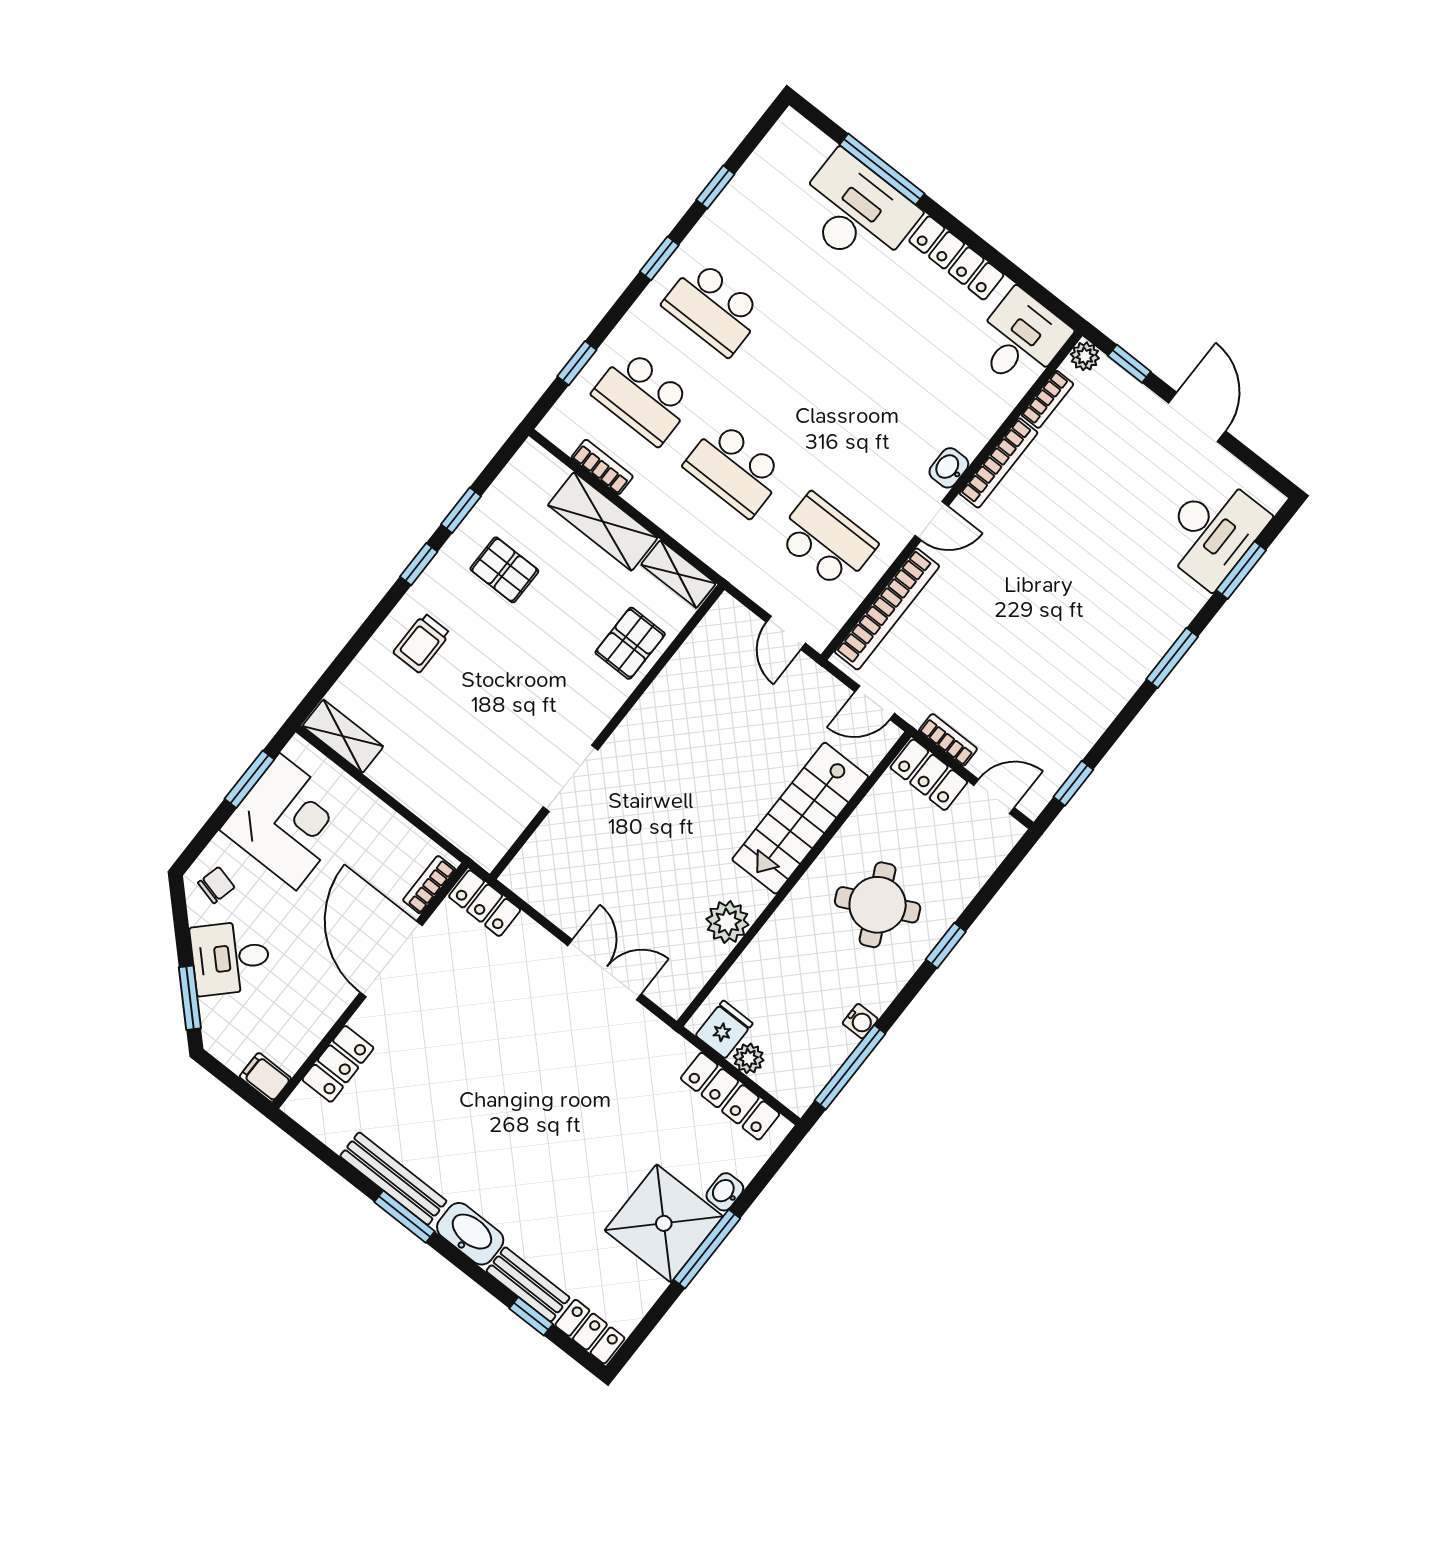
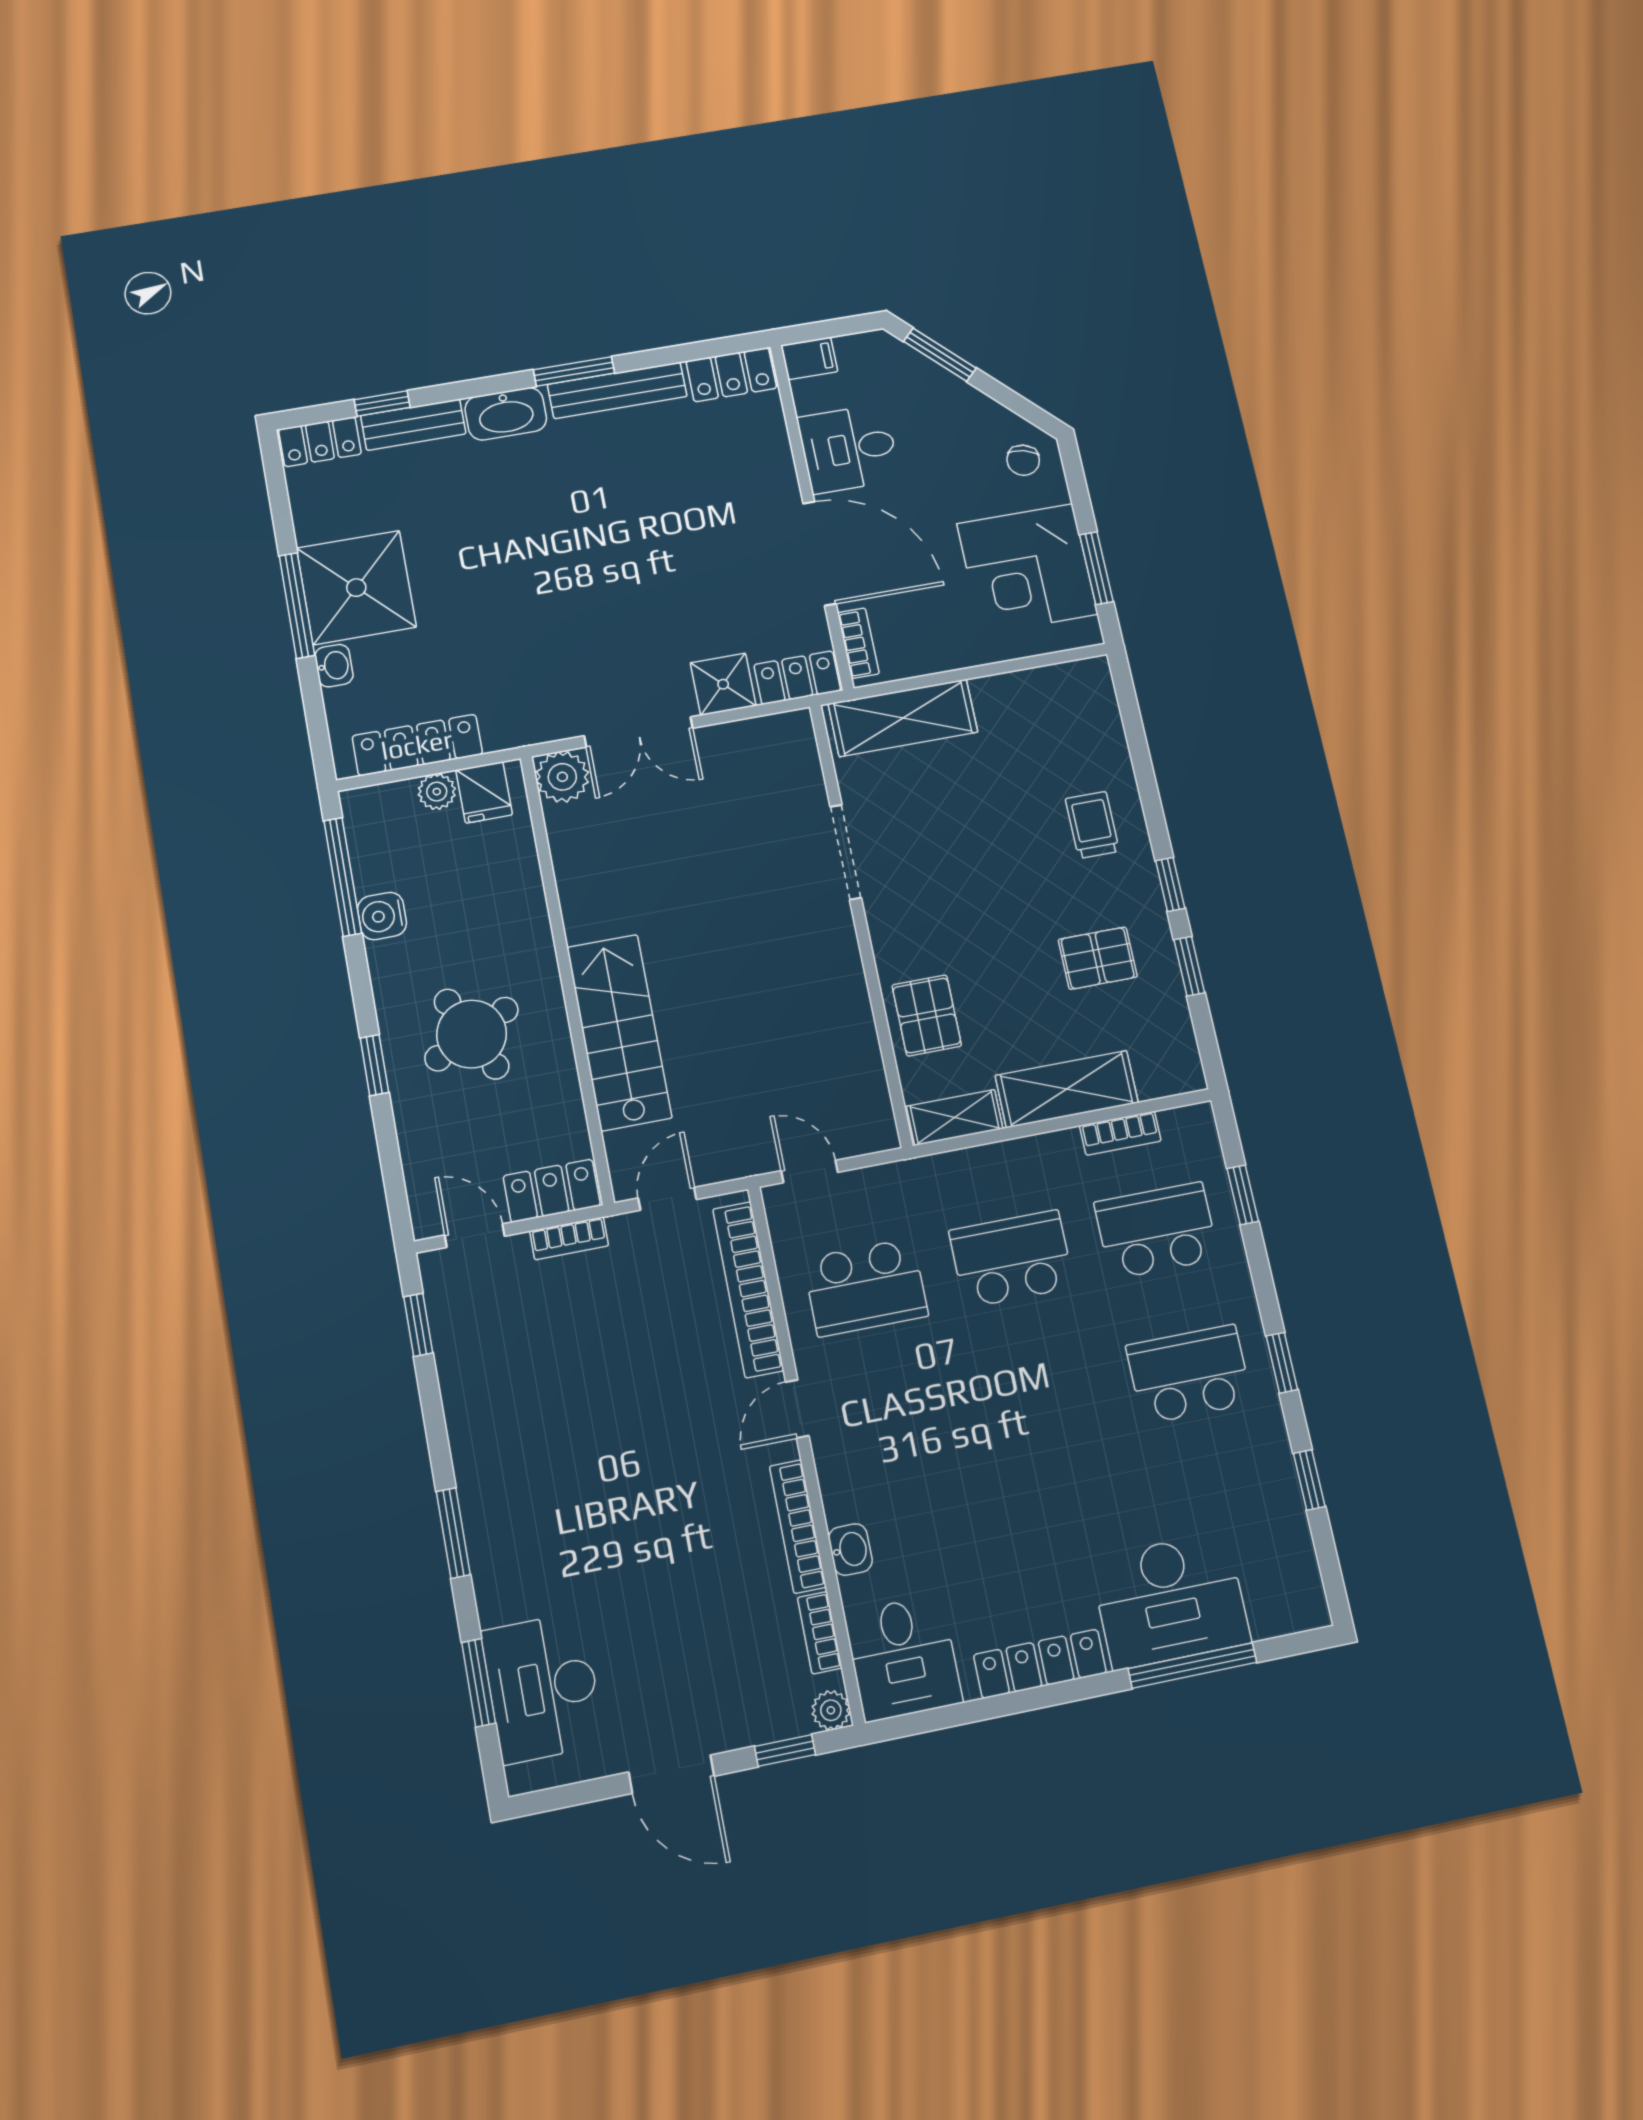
washbasin: (949, 468) -> (850, 1550), moved
shelving: (343, 736) -> (903, 718), moved, width x1.50, depth x1.33
door: (994, 797) -> (475, 1236), swing flipped
plant: (727, 922) -> (562, 777), moved
shower: (529, 945) -> (723, 684), added
desk: (230, 958) -> (849, 449), moved, turned -135
water cooler: (860, 1021) -> (382, 916), width x1.38, depth x1.38
locker: (338, 1064) -> (731, 375), moved, turned -90

